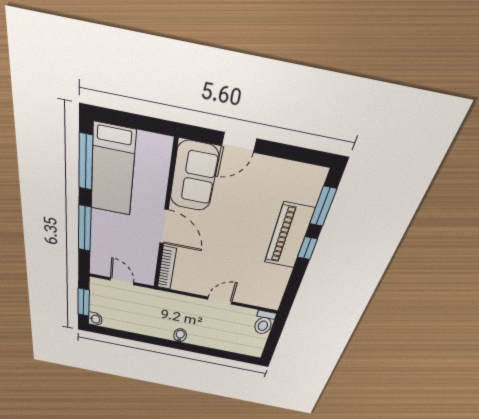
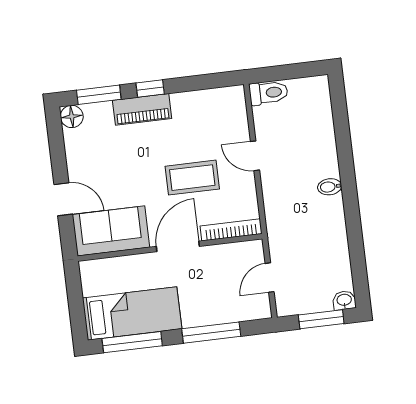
floor lamp: (315, 176) -> (72, 116), added
piano: (289, 236) -> (142, 109), width x0.73, depth x0.75
coffee table: (219, 255) -> (192, 178), added

